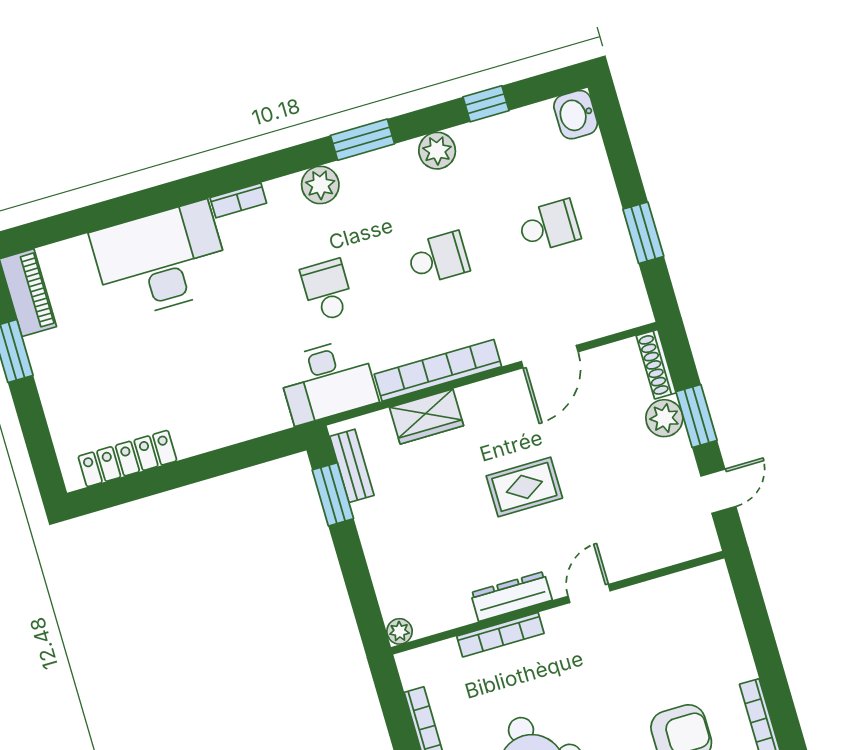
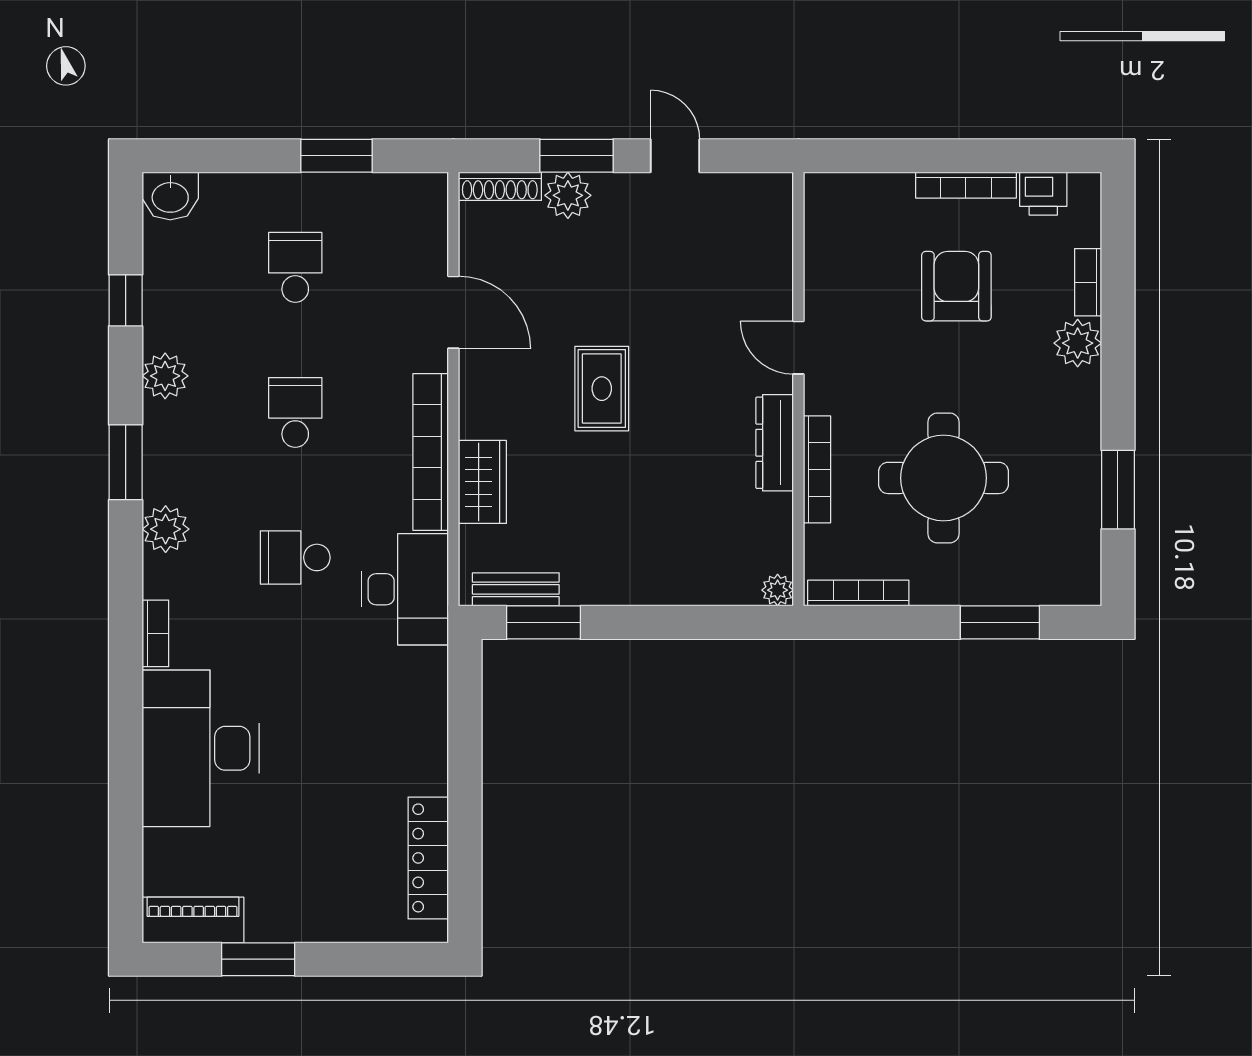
door: (589, 594) -> (798, 348), moved
dresser: (511, 596) -> (775, 443), moved
wall: (558, 603) -> (798, 389), moved
plant: (399, 631) -> (778, 590), moved
bookcase: (500, 635) -> (817, 469), moved

